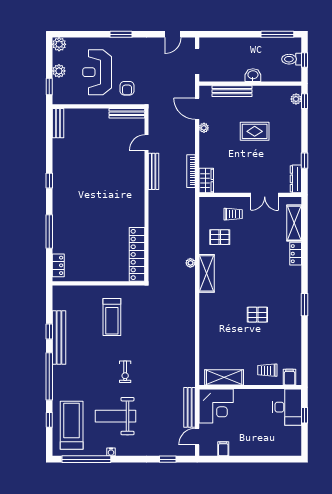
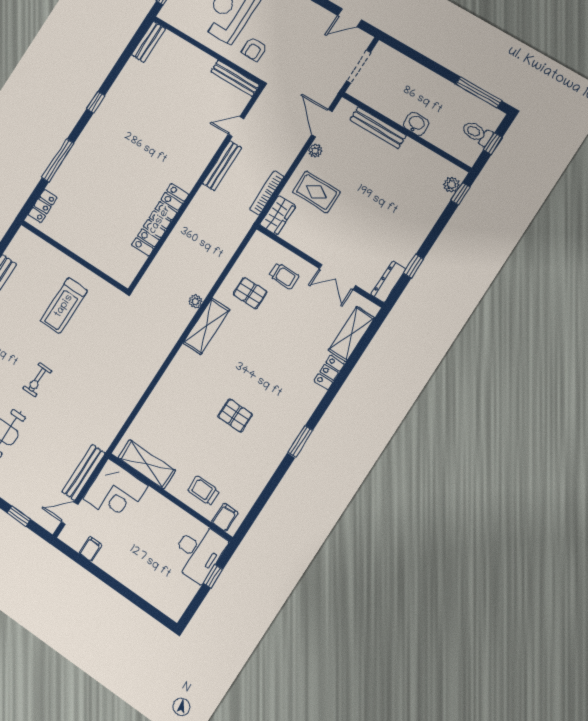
rug: (255, 131) -> (316, 192), moved
locker: (137, 254) -> (160, 220), moved

